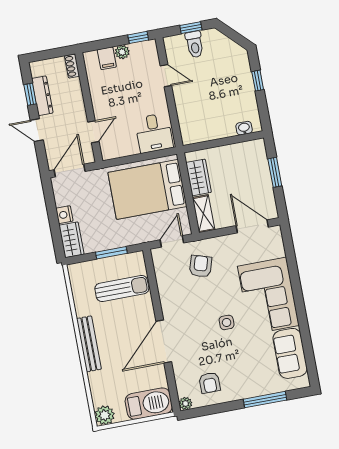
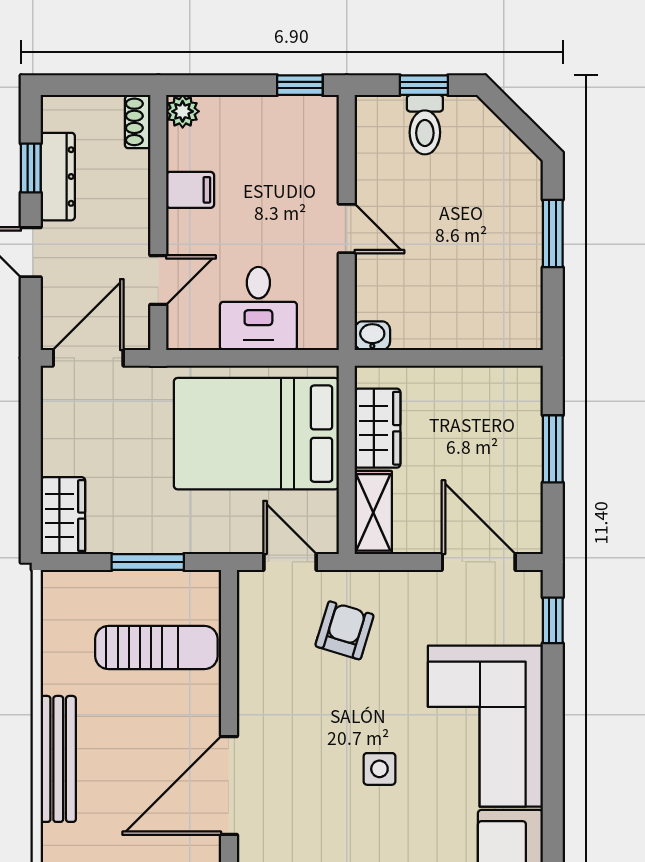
plant: (122, 52) -> (183, 111), moved
filing cabinet: (107, 58) -> (190, 190), moved, turned -90
door: (166, 76) -> (347, 229), moved
window: (258, 81) -> (553, 234), width x1.50
washbasin: (244, 128) -> (372, 336), moved
desk: (154, 133) -> (258, 308), moved
nightstand: (64, 215) -> (58, 456), removed
door: (172, 241) -> (290, 562), hinge flipped
window: (289, 245) -> (553, 620), added

